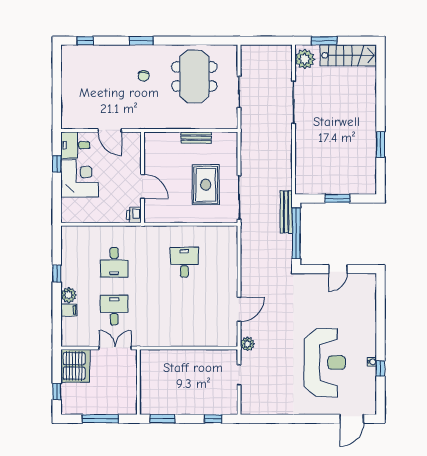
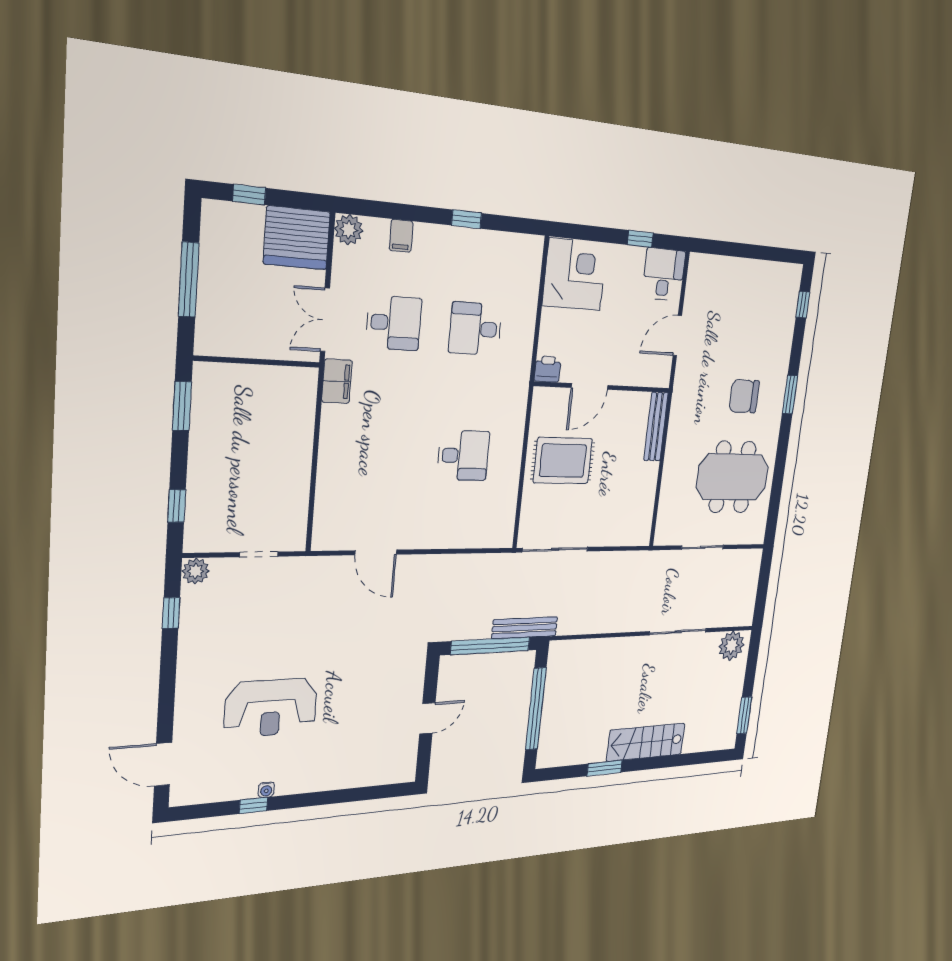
window: (324, 41) -> (744, 715), moved
stairs: (348, 55) -> (646, 742), moved, turned 90
chair: (144, 76) -> (744, 396), width x1.87, depth x1.87
bench: (196, 138) -> (656, 427), moved, width x1.36
corner desk: (80, 178) -> (575, 274), moved, turned -90
rug: (206, 185) -> (563, 461), moved
window: (337, 198) -> (536, 709), width x2.11
door: (338, 269) -> (427, 718), swing flipped
plant: (69, 295) -> (349, 230), moved
filing cabinet: (146, 339) -> (337, 381), added
plant: (247, 344) -> (196, 571), moved
double door: (115, 348) -> (325, 320), swing flipped
reception desk: (325, 363) -> (271, 708), width x0.74, depth x0.77
window: (269, 419) -> (171, 613), added

